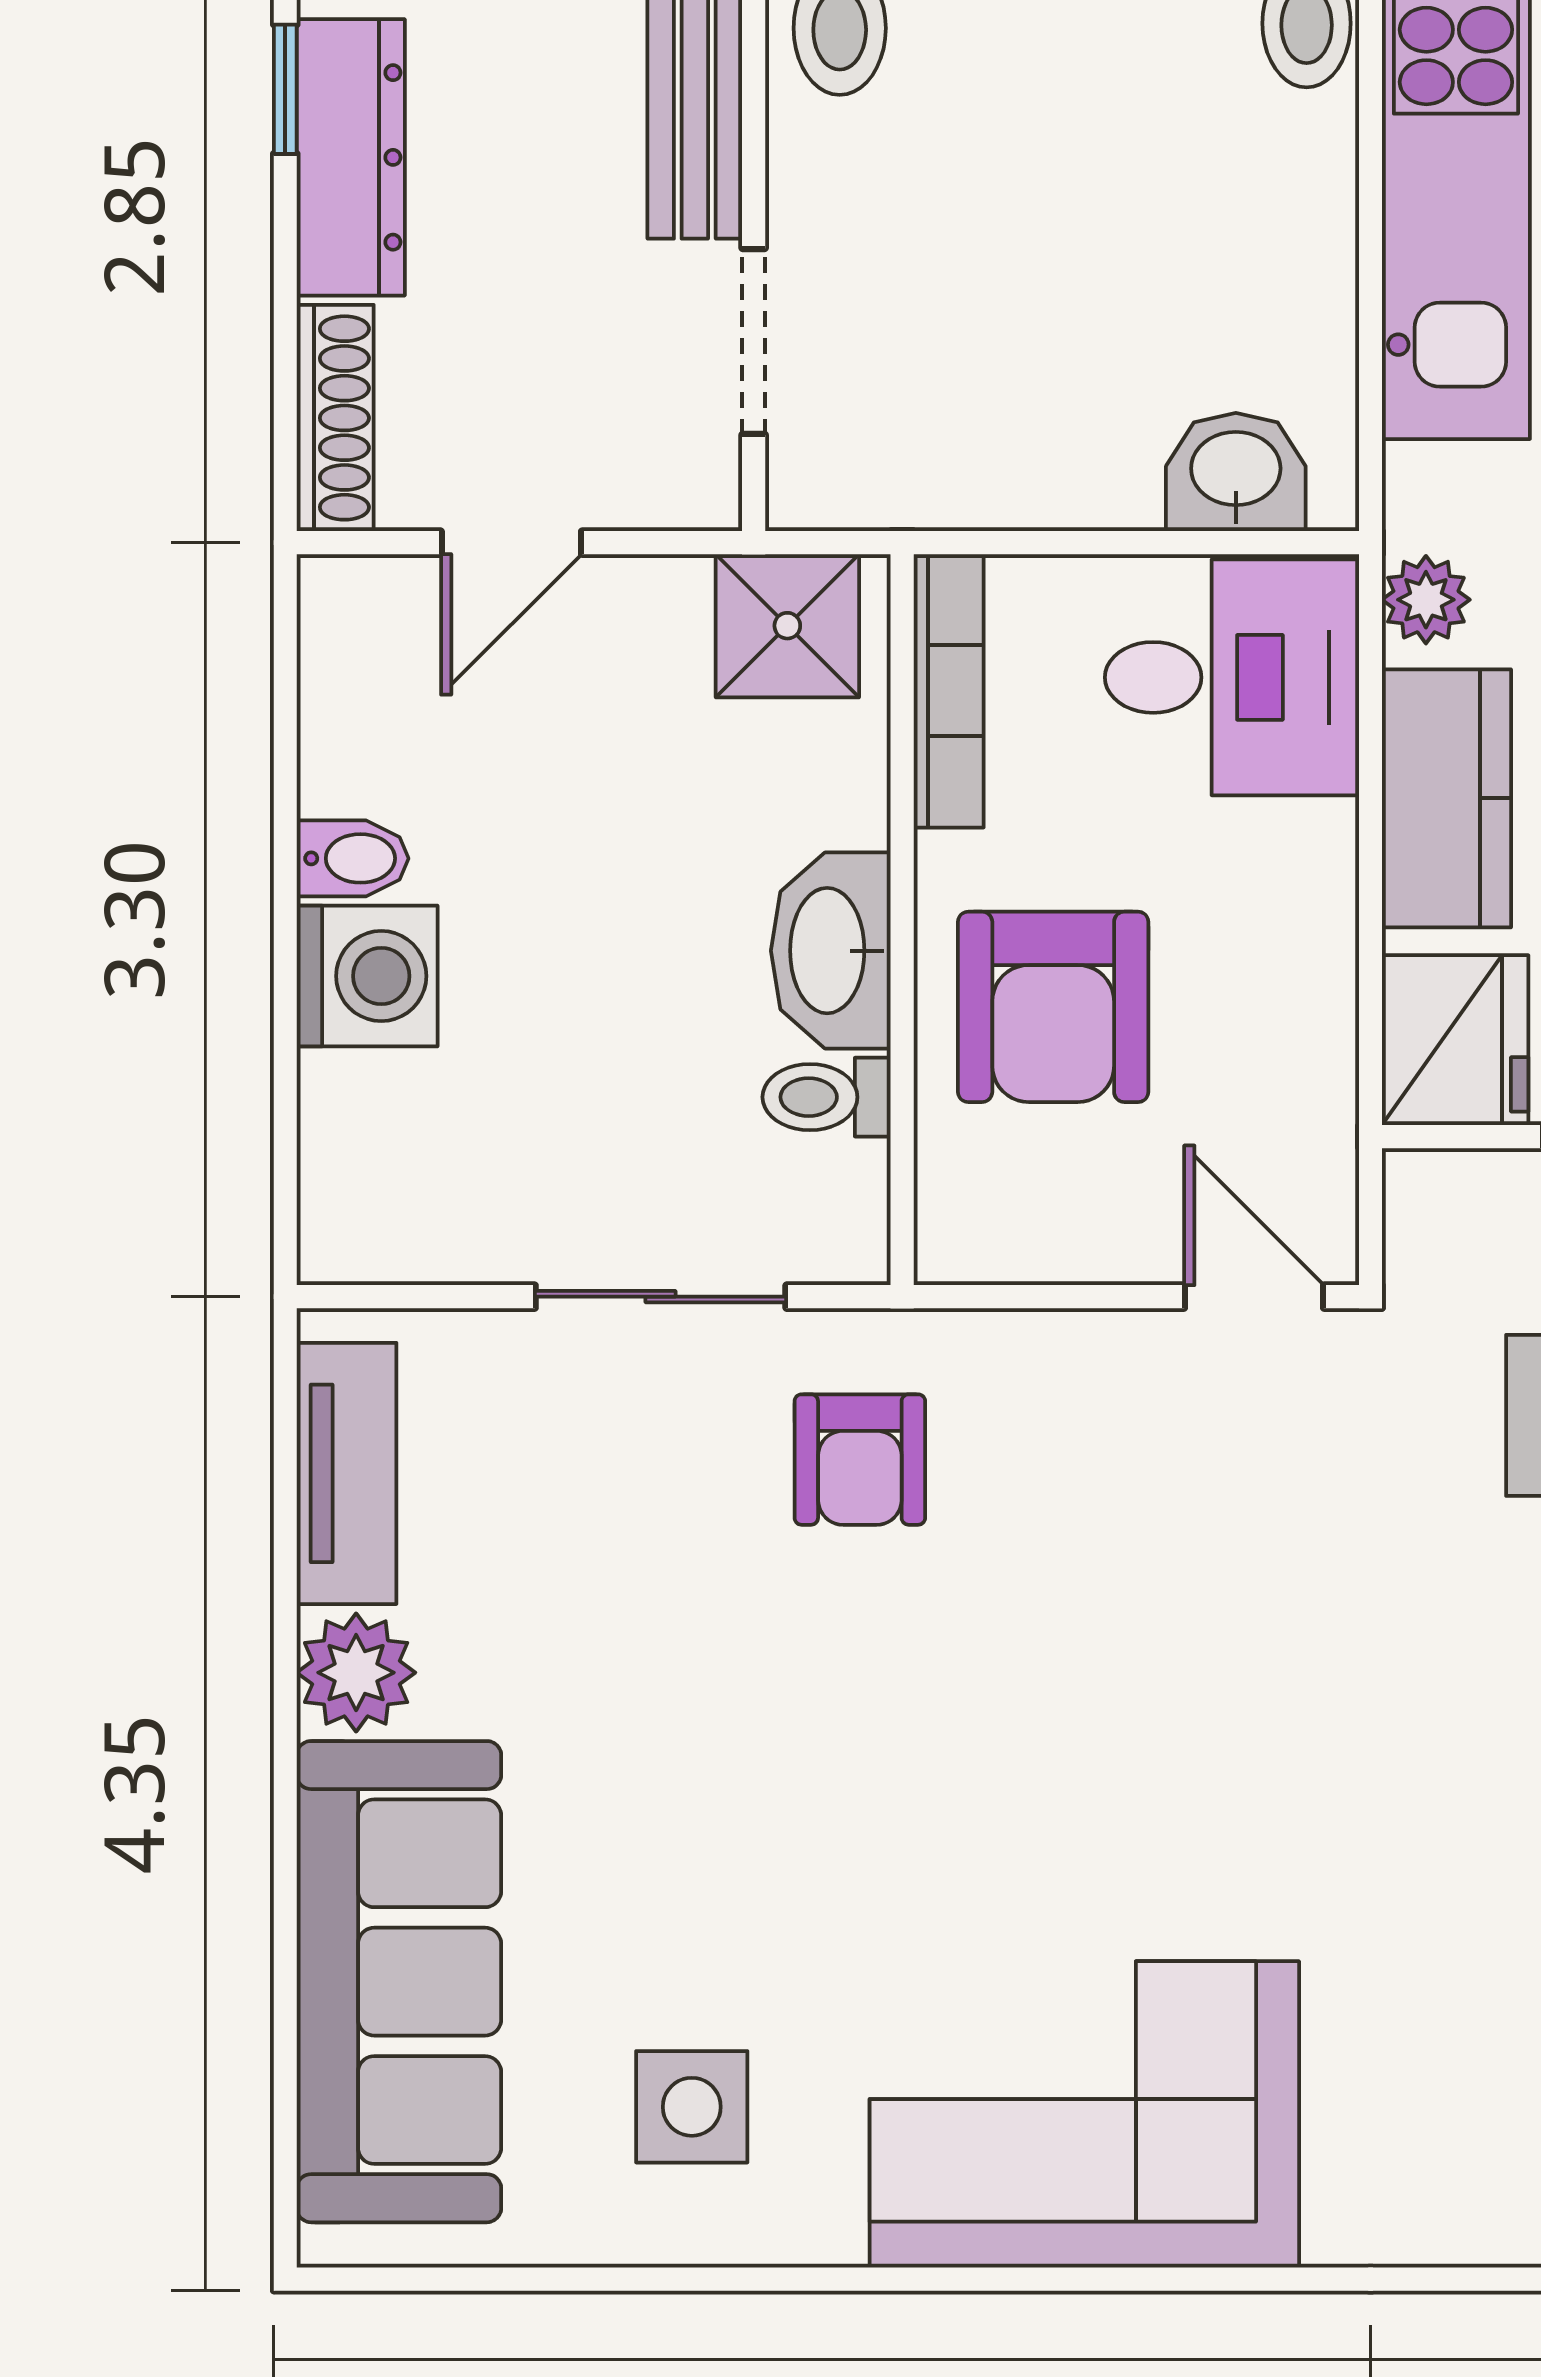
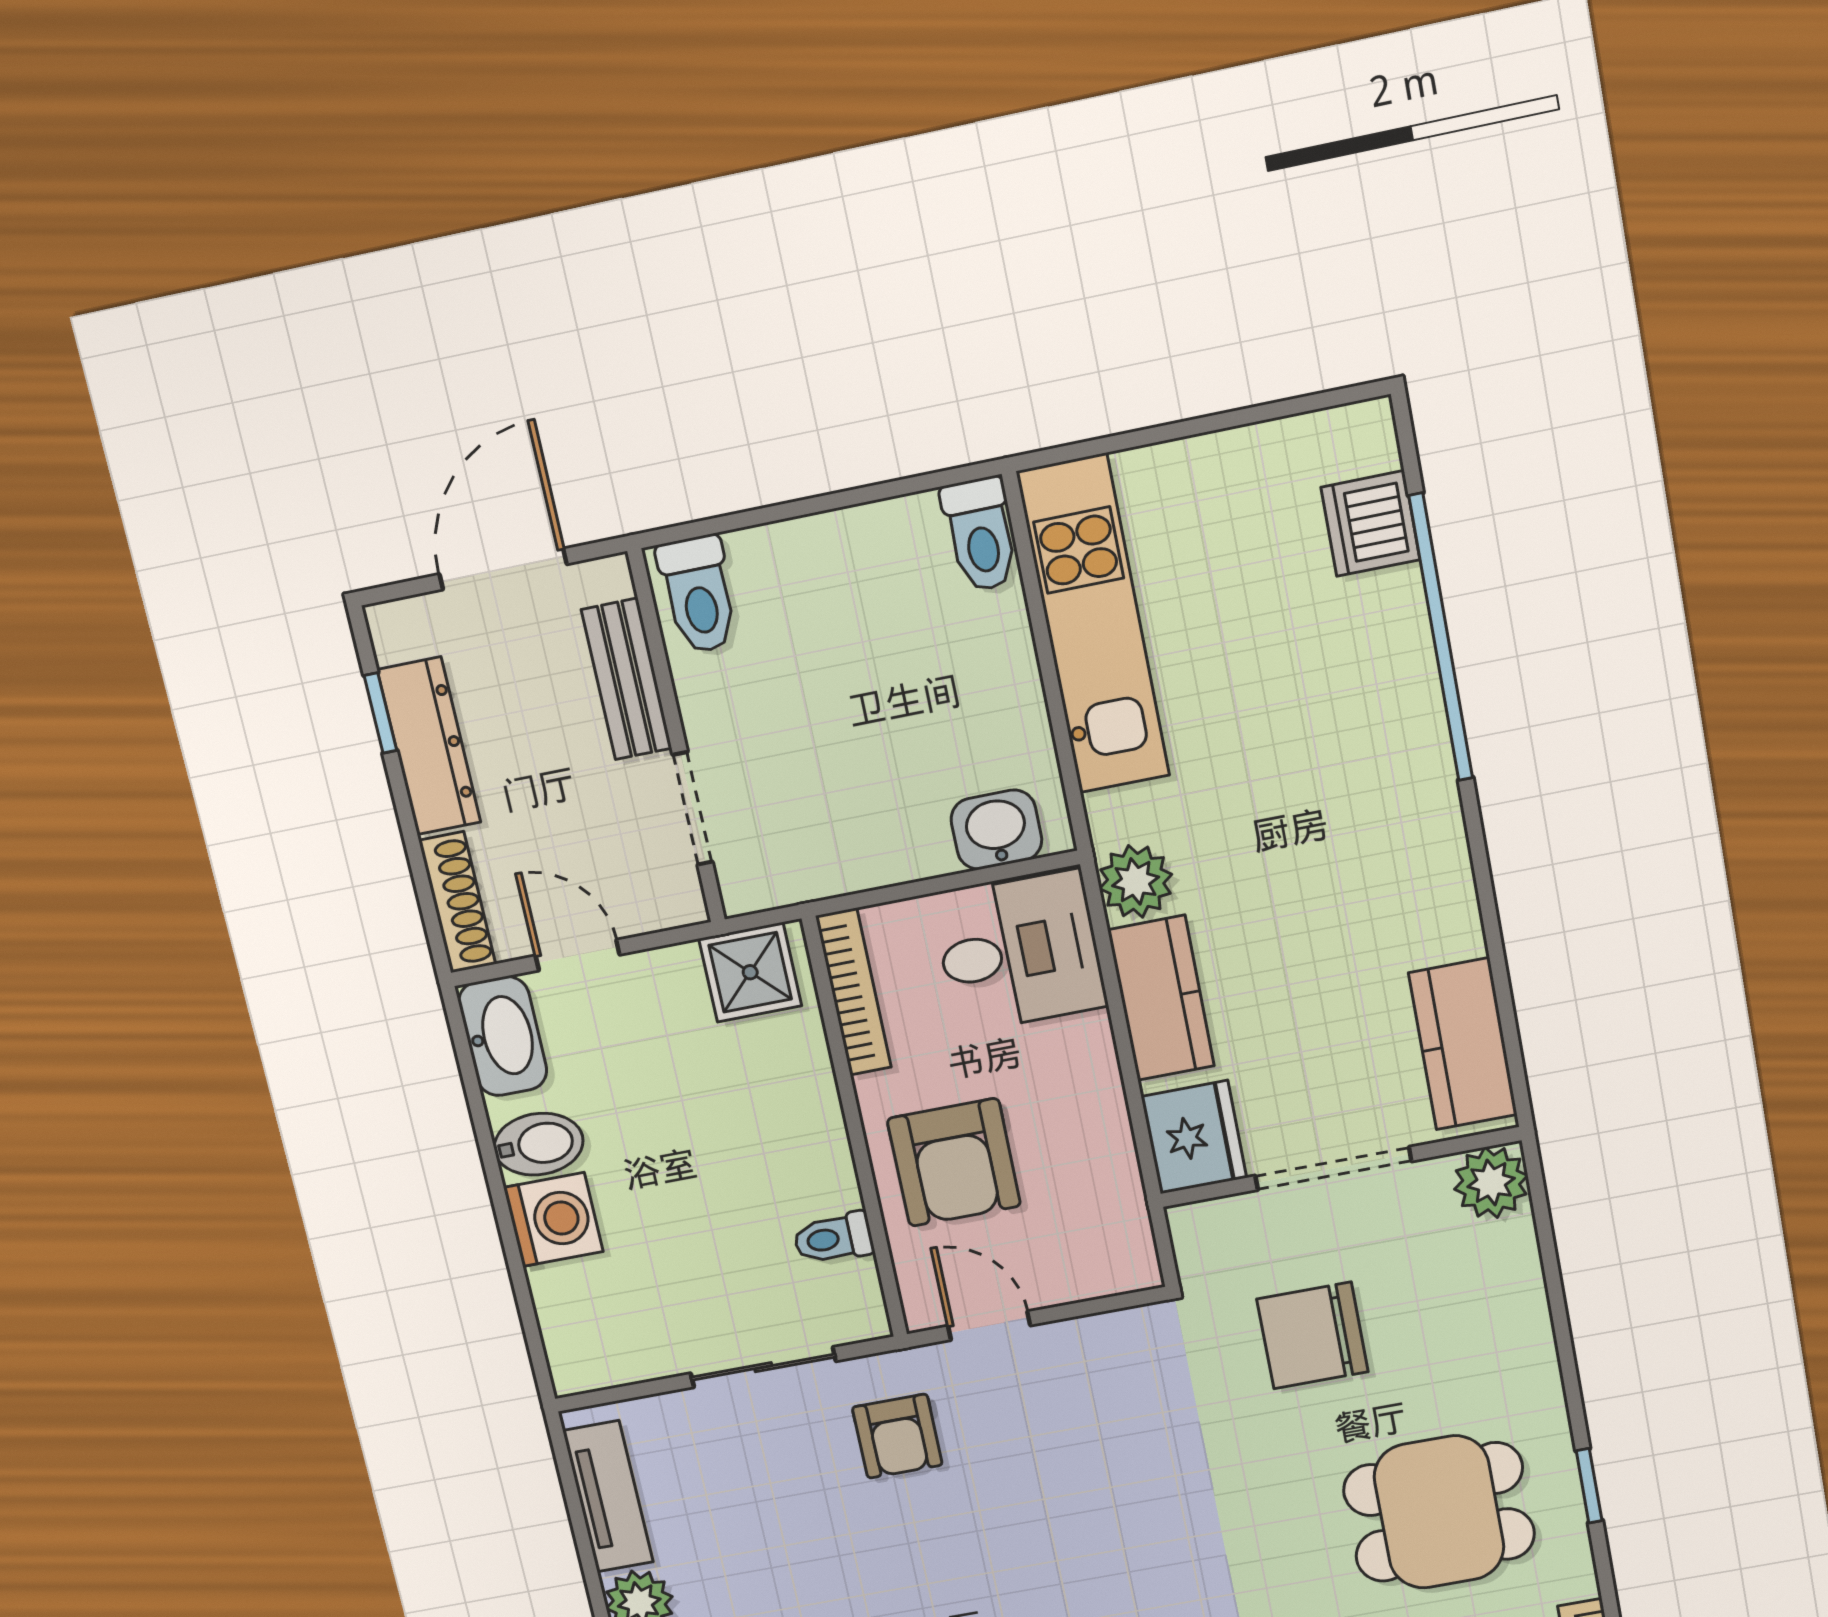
door: (511, 543) -> (578, 955), swing flipped
plant: (1426, 600) -> (1136, 881), width x1.38, depth x1.38
bidet: (353, 858) -> (539, 1144), width x1.38, depth x1.36
washbasin: (831, 951) -> (503, 1036), moved, turned 180
door: (1254, 1297) -> (989, 1326), moved

